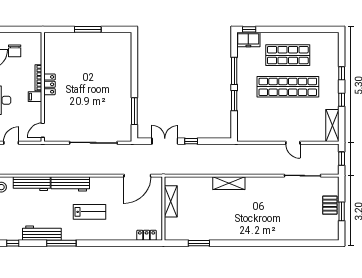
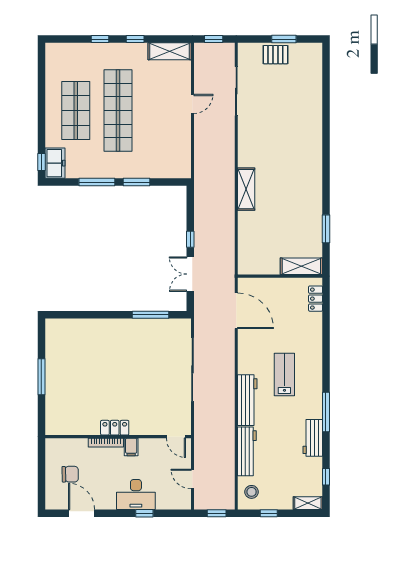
shelving: (171, 201) -> (301, 266), moved
workbench: (42, 233) -> (313, 438), width x0.73

